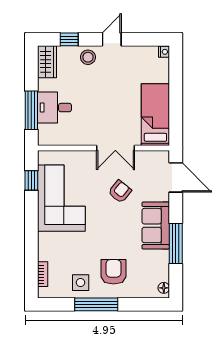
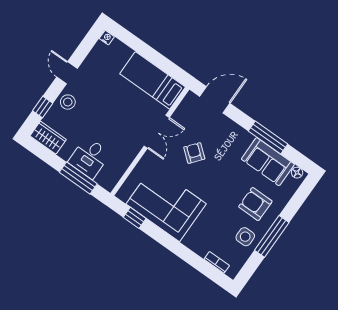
sofa: (156, 226) -> (268, 162), moved

